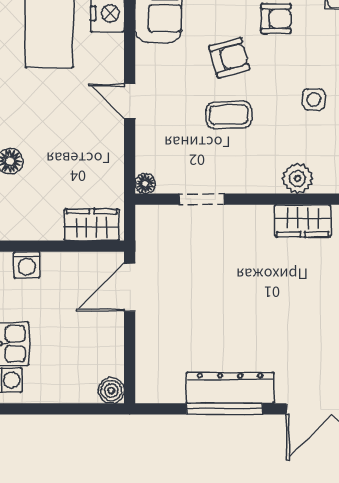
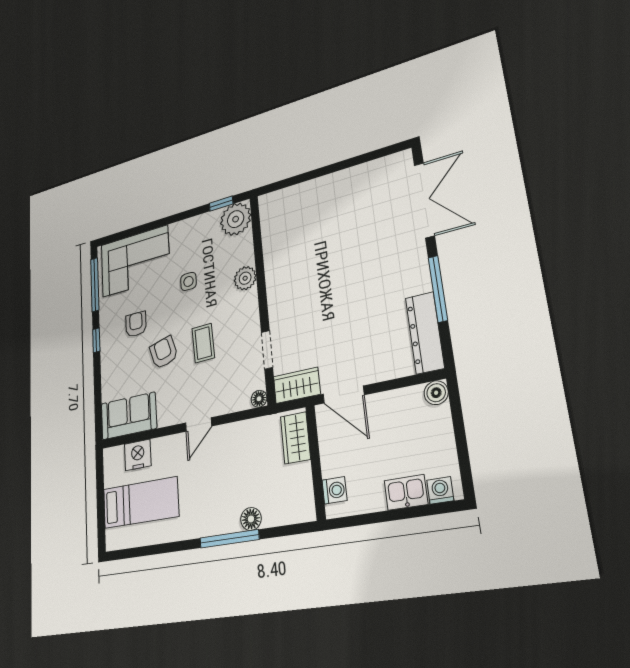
wardrobe: (303, 221) -> (297, 385), moved, turned -90
dresser: (230, 388) -> (425, 333), moved

